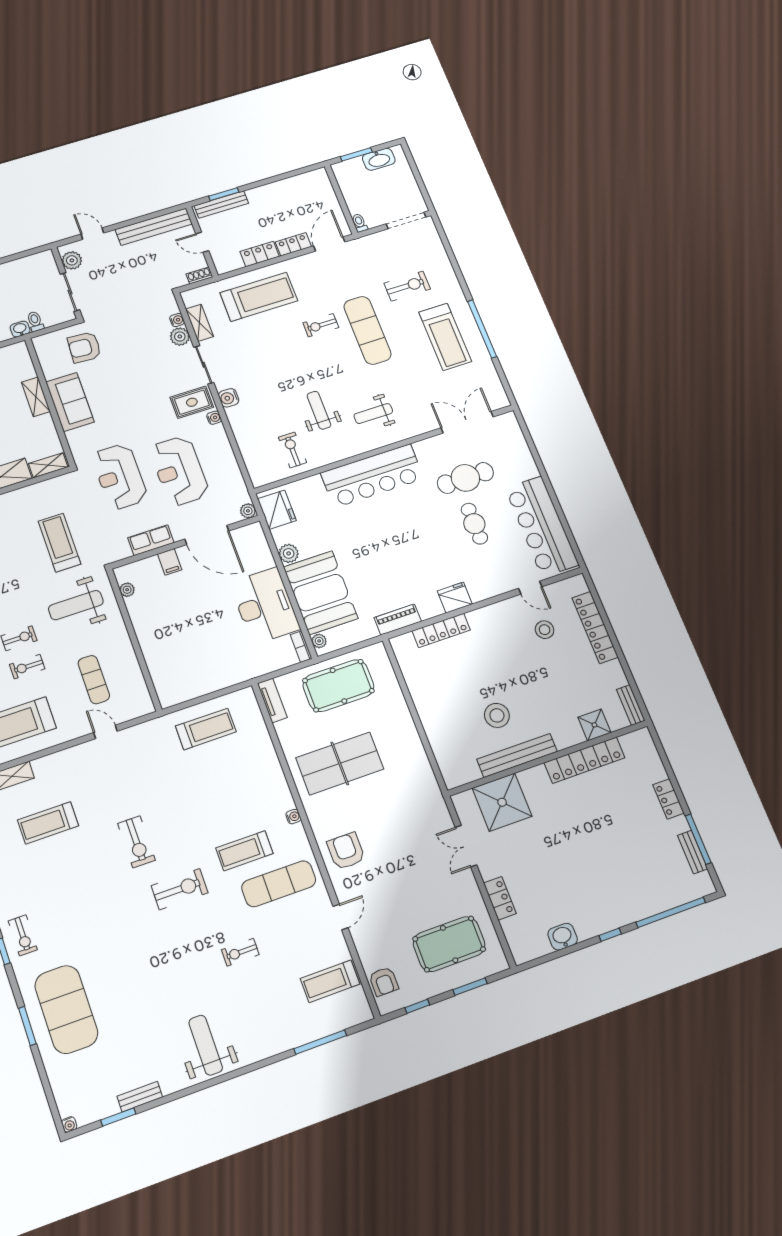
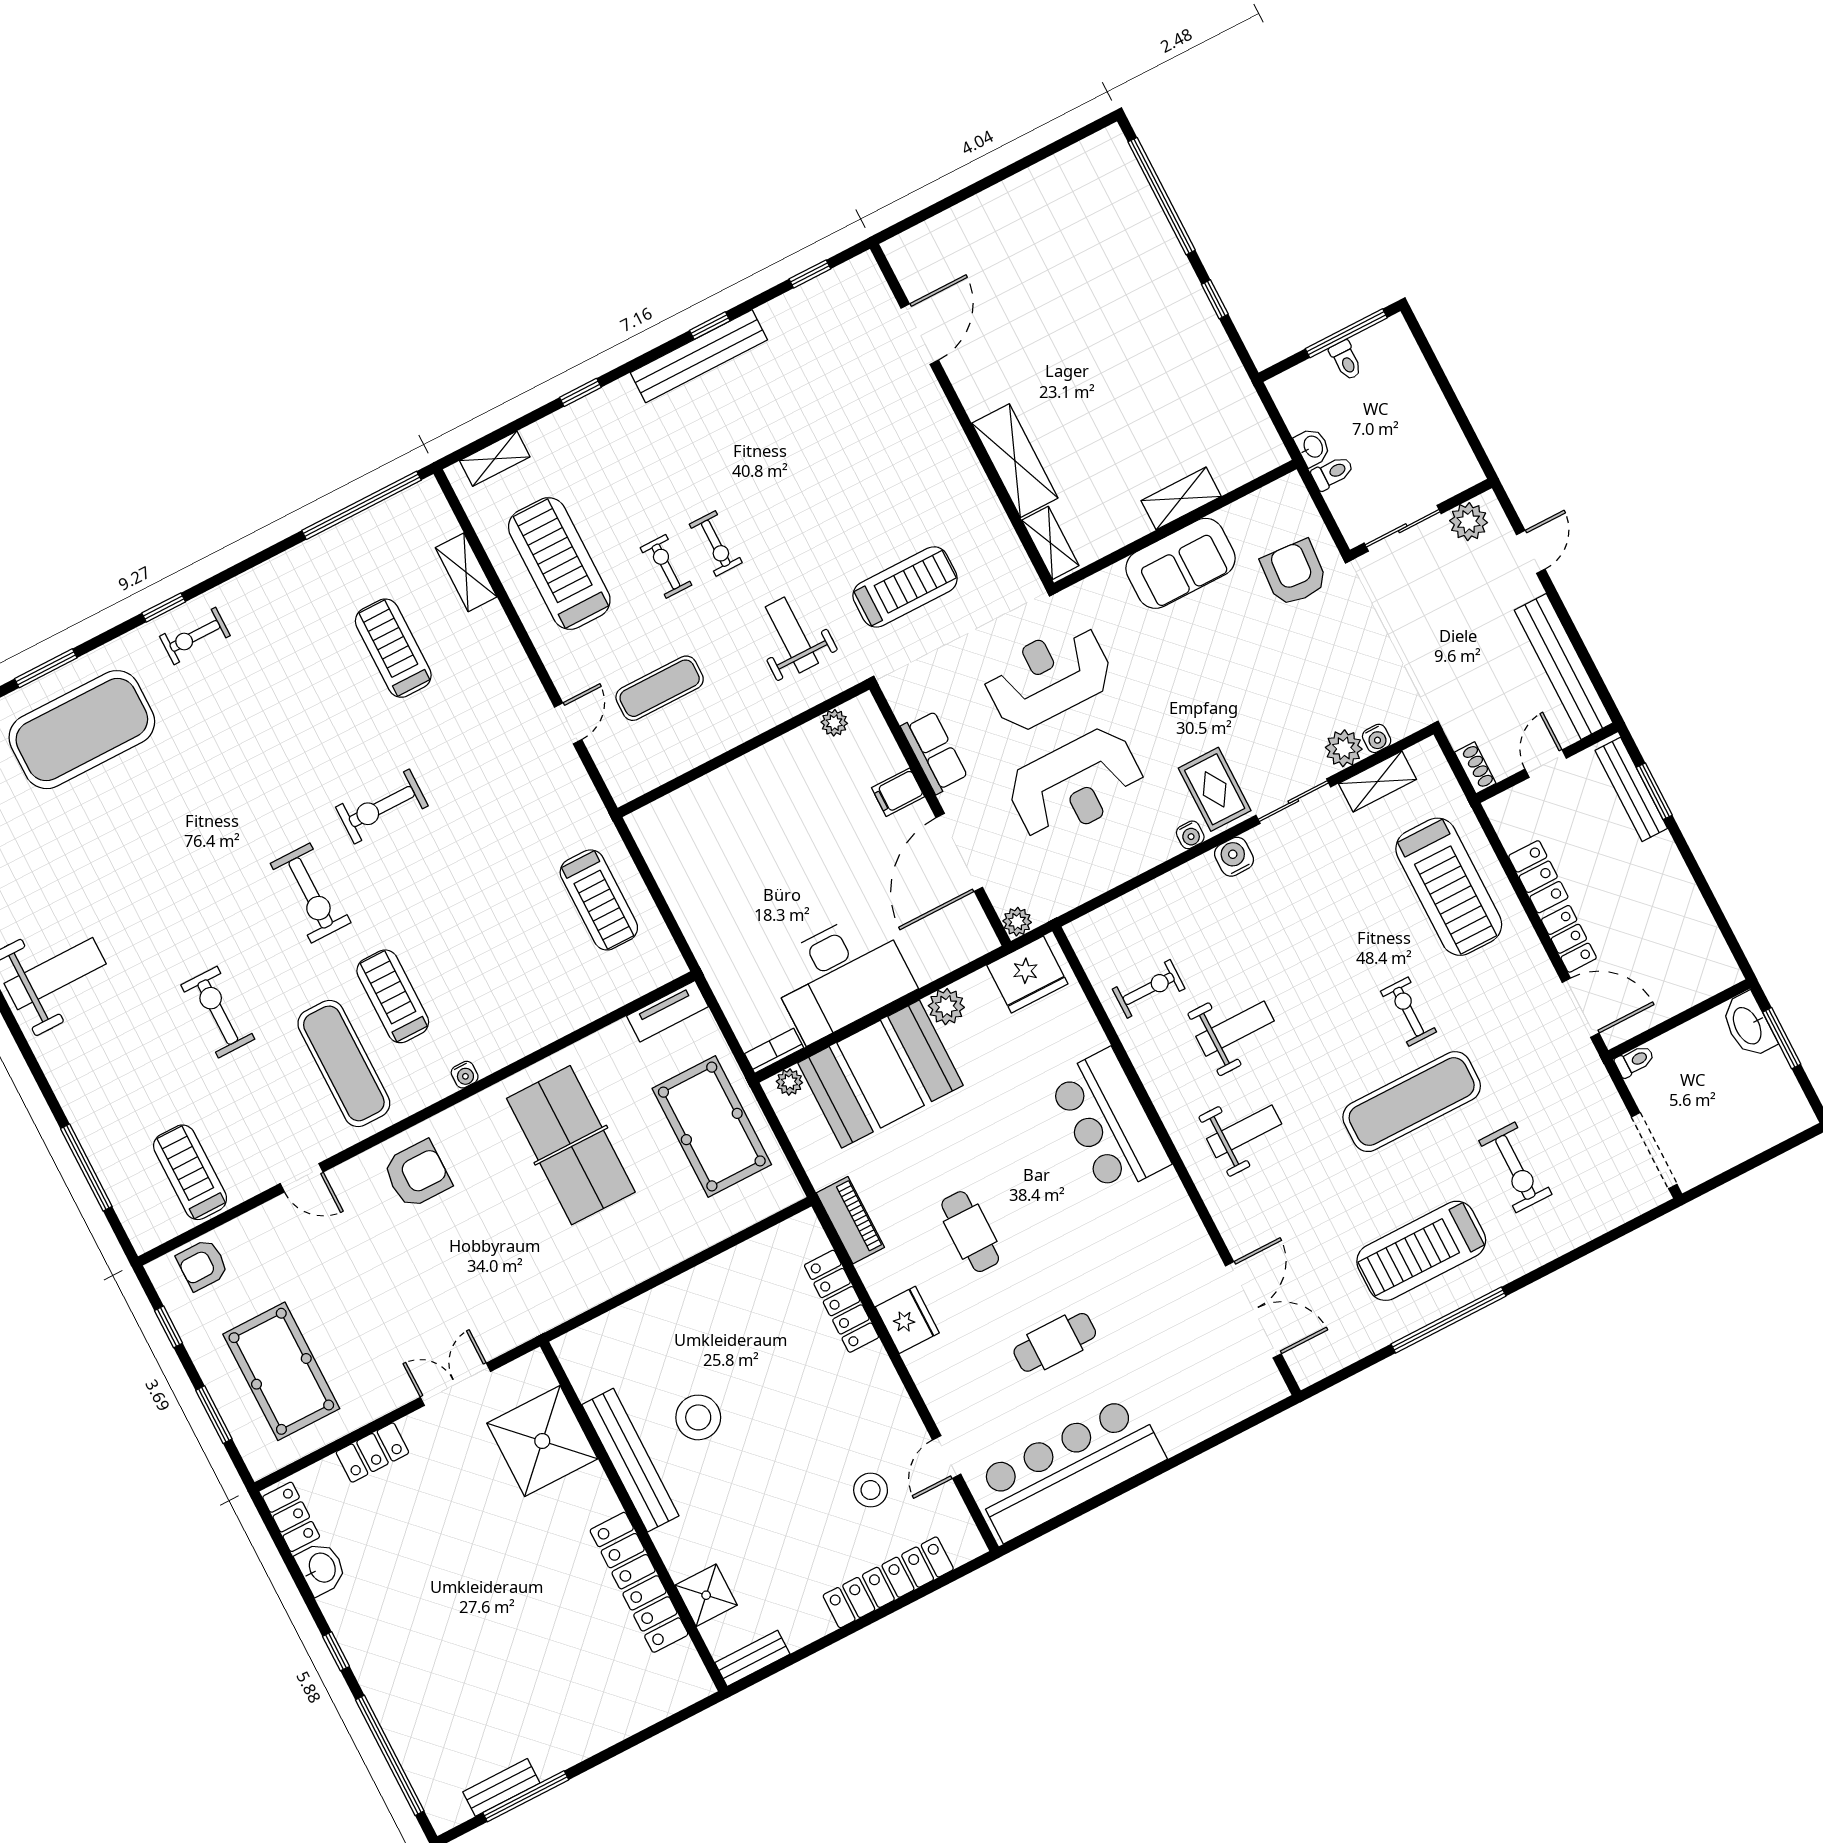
washbasin: (379, 159) -> (1748, 1025), moved
weight bench: (373, 414) -> (1244, 1131), turned 90
reception desk: (179, 471) -> (1076, 785), turned 180
bar counter: (372, 476) -> (1109, 1122), width x0.73
cafe table: (465, 478) -> (970, 1232), moved, width x0.73, depth x0.74
weight bench: (76, 605) -> (792, 635), width x0.73, depth x0.75
locker: (668, 799) -> (291, 1517), moved, turned 90
exercise bike: (240, 952) -> (218, 1012), width x1.38, depth x1.39

